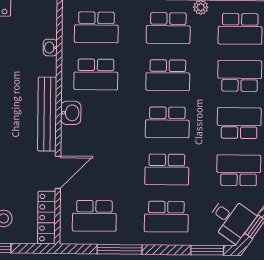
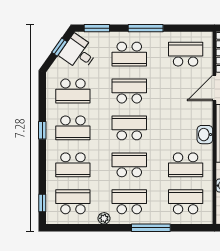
school desk: (96, 74) -> (186, 165), turned 180
school desk: (166, 217) -> (129, 54), turned 180
window: (120, 249) -> (146, 28), moved

